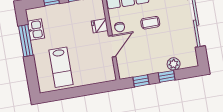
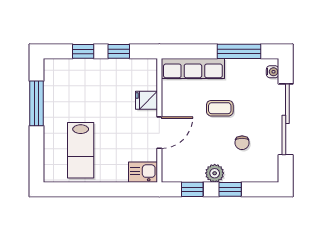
chair: (120, 27) -> (242, 143), moved
kitchen sink: (36, 30) -> (143, 172), moved, turned -90
plant: (174, 64) -> (215, 173), moved

